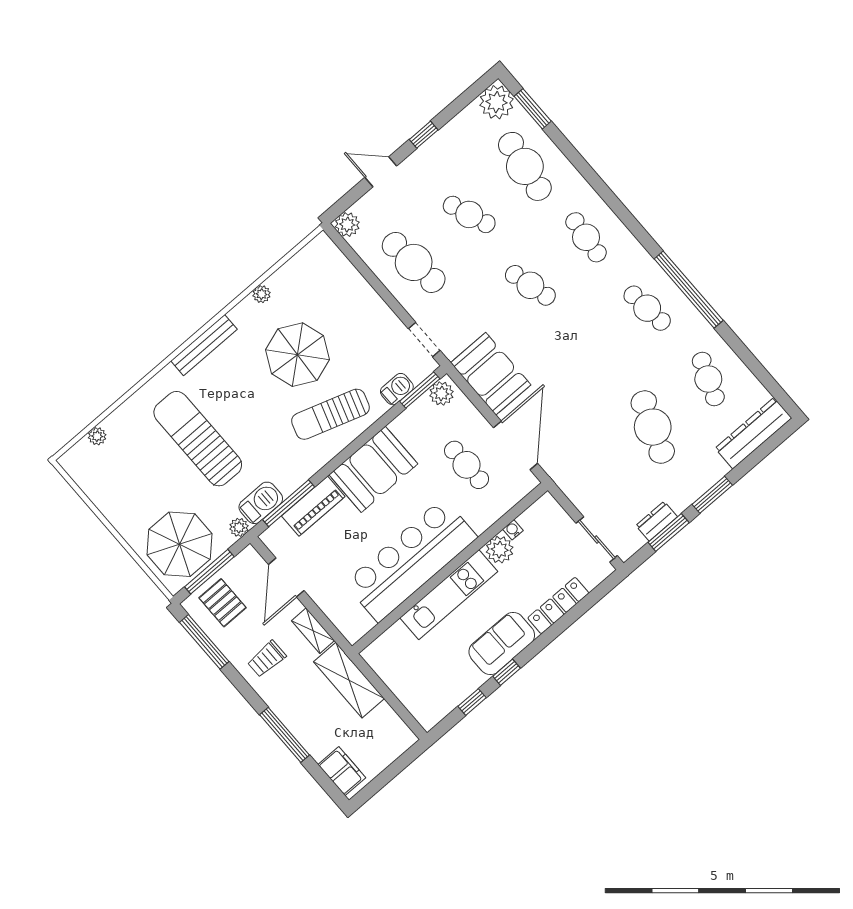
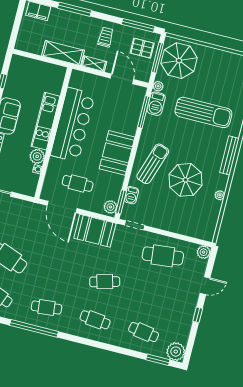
cafe table: (525, 166) -> (144, 332), width x0.73, depth x0.74
cafe table: (469, 214) -> (153, 294), removed
piano: (313, 506) -> (132, 118), removed

